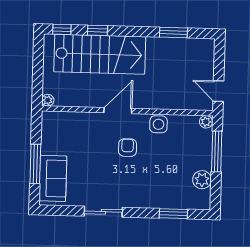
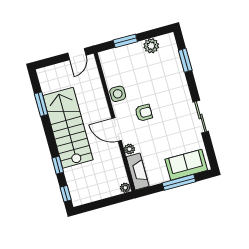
stairs: (100, 54) -> (68, 128), moved
fireplace: (62, 120) -> (138, 172), added
plant: (206, 122) -> (129, 149), moved
armchair: (128, 148) -> (144, 113), turned 180
window: (217, 152) -> (125, 41), width x0.69

